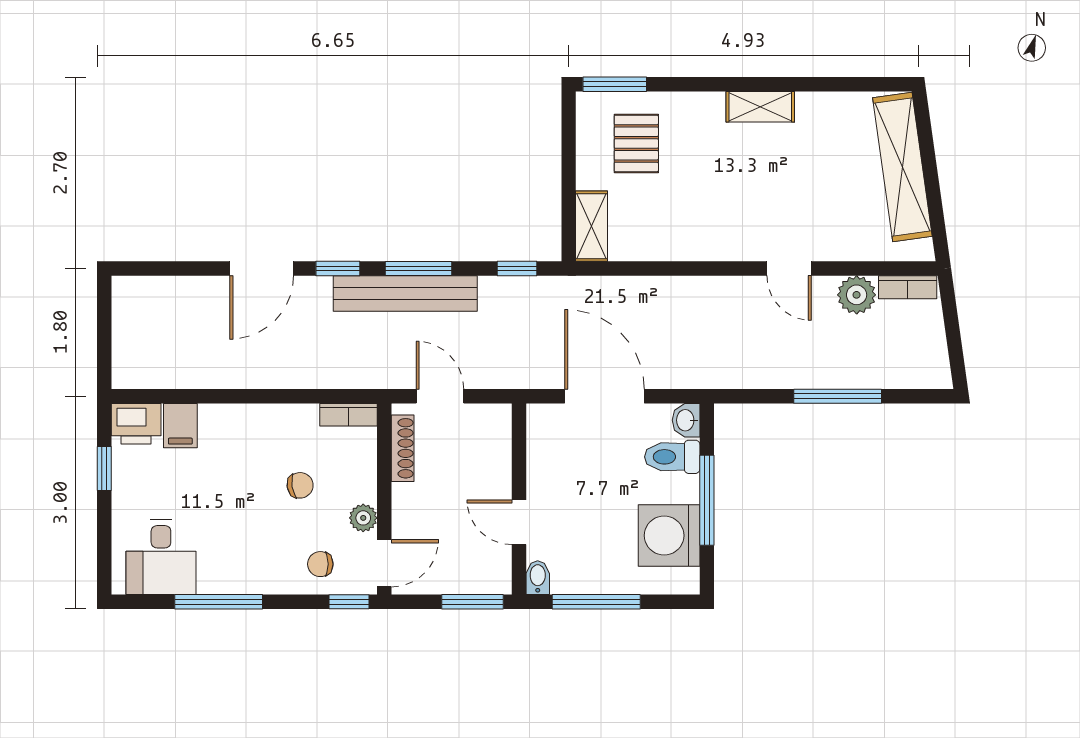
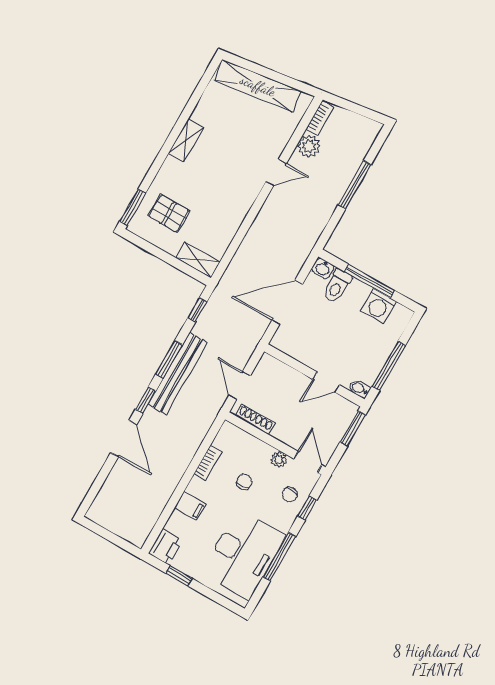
door: (440, 396) -> (240, 386), hinge flipped
bookcase: (349, 415) -> (208, 463), moved
filing cabinet: (180, 426) -> (190, 506), moved
washing machine: (669, 536) -> (378, 306), width x0.73, depth x0.73
desk: (161, 557) -> (243, 554), width x1.87, depth x1.30
window: (349, 602) -> (307, 508), moved

